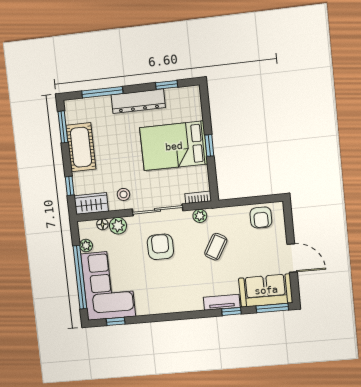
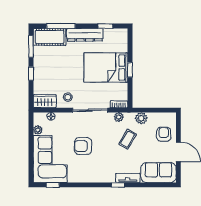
cot: (81, 147) -> (50, 37), moved, turned 90
window: (70, 186) -> (31, 74), moved
armchair: (261, 217) -> (164, 134), moved, turned 180
plant: (118, 226) -> (141, 118), moved
armchair: (160, 247) -> (83, 146), moved, turned -90
window: (80, 277) -> (31, 152), removed
window: (272, 308) -> (162, 185), removed
window: (231, 311) -> (118, 185), moved

